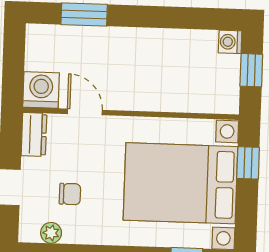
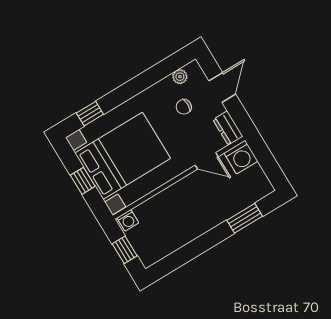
washing machine: (230, 42) -> (128, 220), moved, turned 90
window: (248, 163) -> (83, 181), moved

